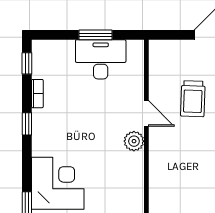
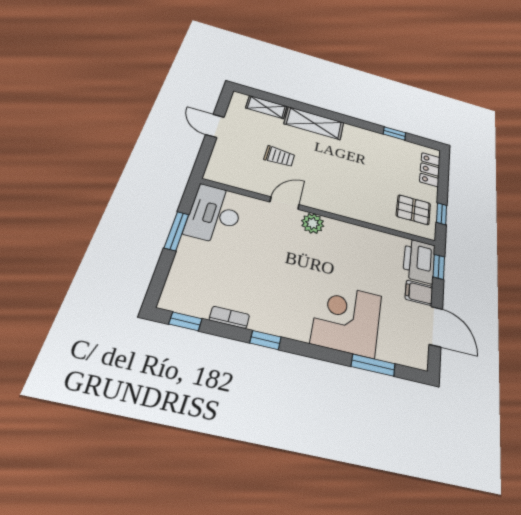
desk: (101, 59) -> (215, 214), moved
trolley: (193, 99) -> (279, 156), width x0.73, depth x0.72

